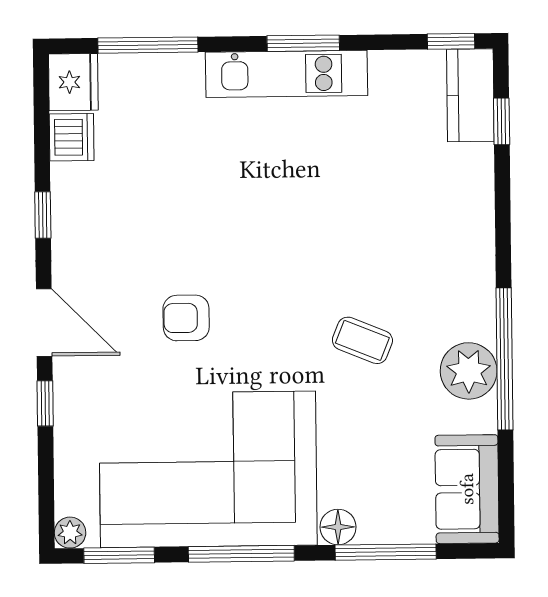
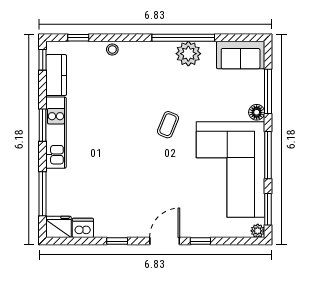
kitchen counter: (470, 95) -> (56, 75), moved, turned -90
stool: (476, 199) -> (112, 49), added
armchair: (186, 318) -> (163, 178), removed
coffee table: (362, 340) -> (168, 125), moved

